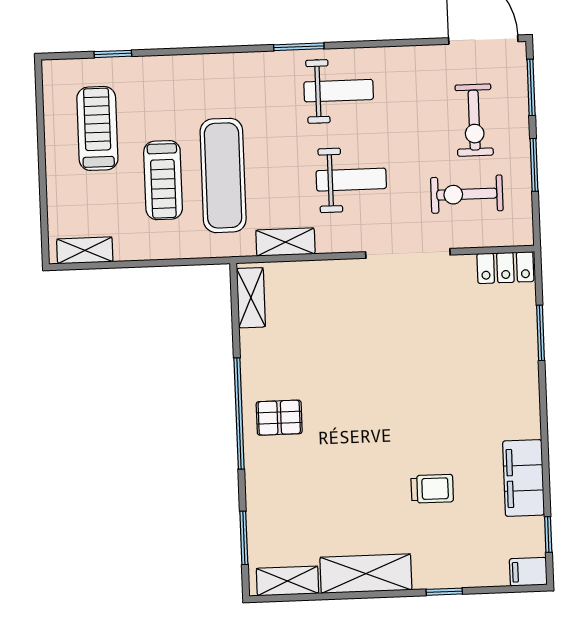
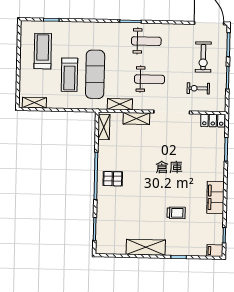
exercise bike: (467, 194) -> (198, 88), width x0.73, depth x0.72
filing cabinet: (524, 478) -> (215, 197), moved
shelving: (288, 581) -> (136, 119), moved

